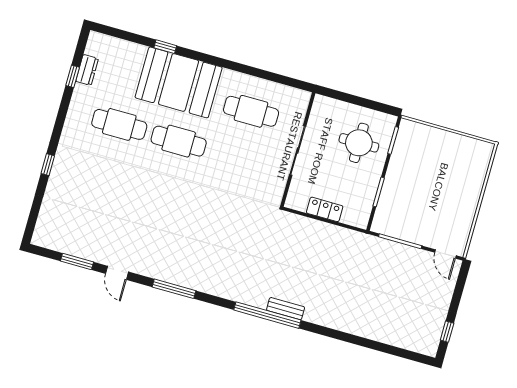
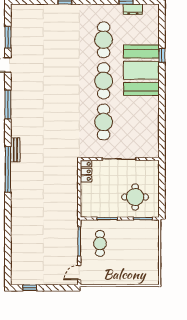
cafe table: (251, 111) -> (104, 122), moved
locker: (325, 209) -> (86, 171), moved
cafe table: (412, 212) -> (100, 243), added
bench: (286, 309) -> (15, 150), moved

